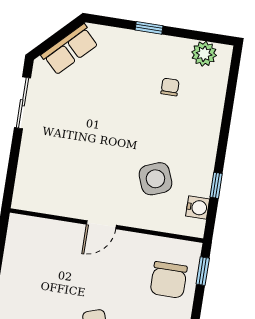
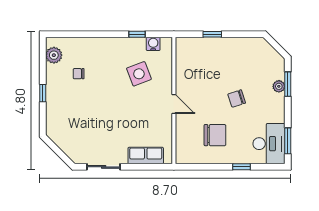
row of seats: (70, 49) -> (146, 156), moved, turned -45
window: (203, 271) -> (212, 34), moved
chair: (169, 280) -> (215, 135), moved

